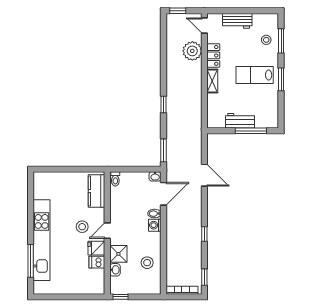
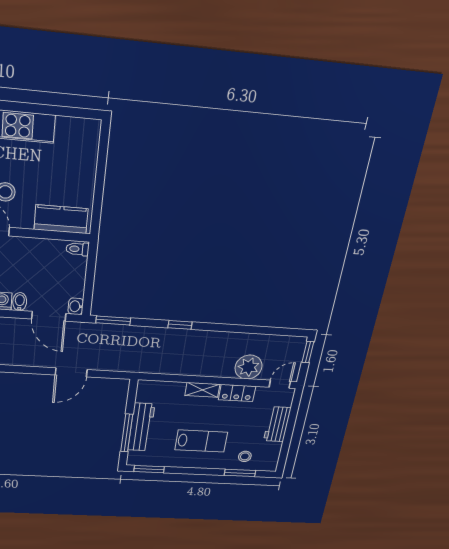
lab bench: (255, 75) -> (201, 441), turned 90
window: (281, 79) -> (149, 469), moved
workbench: (240, 121) -> (141, 427), width x1.38

